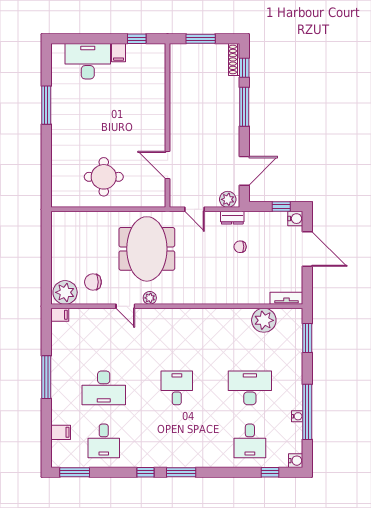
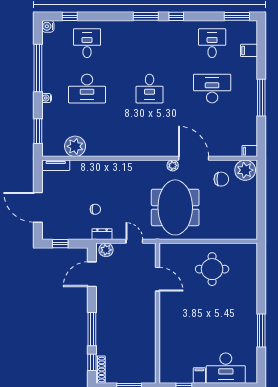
water cooler: (295, 219) -> (48, 233), removed
door: (125, 306) -> (194, 158), width x1.88
water cooler: (297, 416) -> (47, 98), moved

